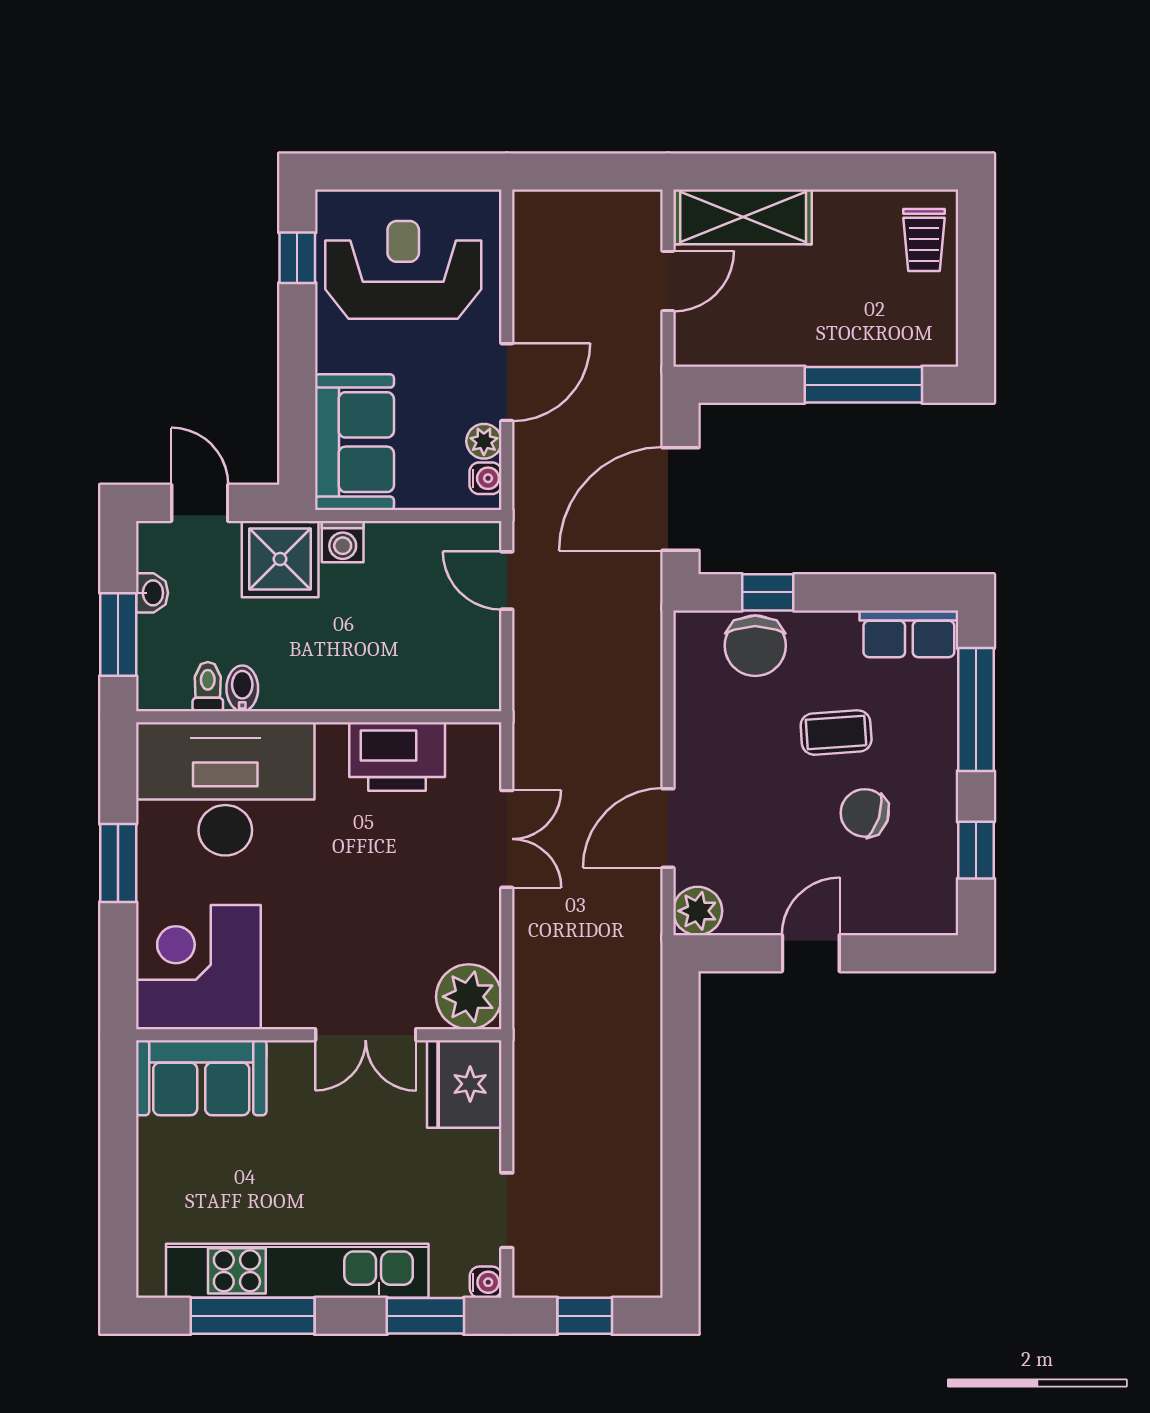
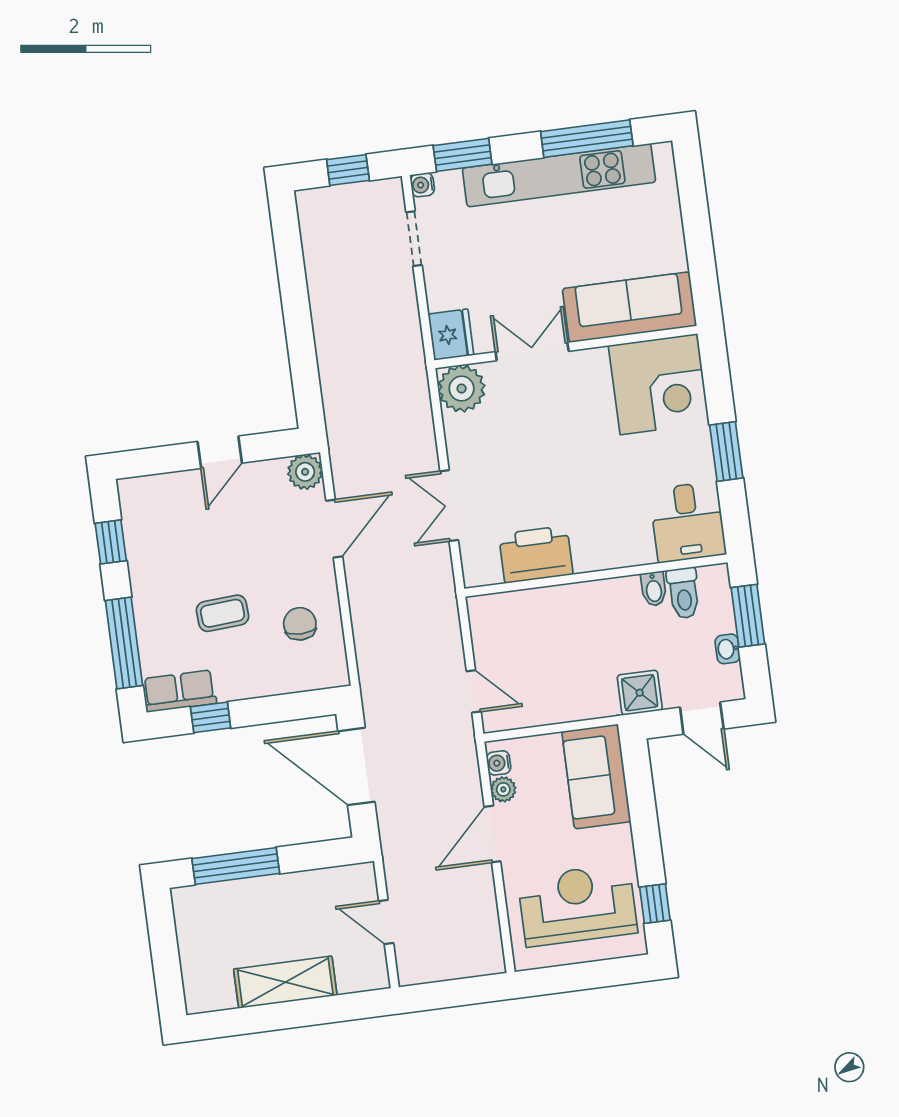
shelving: (743, 217) -> (285, 982), moved
trolley: (924, 240) -> (206, 976), removed
reception desk: (403, 270) -> (578, 905), turned 180
door: (668, 281) -> (386, 922), hinge flipped
door: (680, 499) -> (356, 766), swing flipped
washing machine: (343, 542) -> (595, 704), removed
shower: (280, 559) -> (640, 693), width x0.73, depth x0.73
window: (768, 592) -> (211, 717), moved
chair: (755, 646) -> (300, 624), moved, width x0.73, depth x0.73
toilet: (208, 687) -> (684, 593), width x1.37, depth x1.39
desk: (225, 789) -> (688, 522), width x0.53, depth x0.77
chair: (865, 813) -> (194, 558), removed
sofa: (201, 1078) -> (629, 307), width x1.36
fridge: (464, 1084) -> (451, 335), width x0.73, depth x0.75

